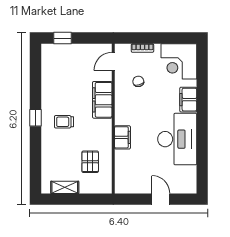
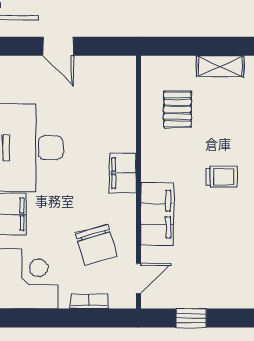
window: (62, 38) -> (191, 318), moved
chair: (138, 81) -> (96, 245), width x1.87, depth x1.87
filing cabinet: (122, 137) -> (123, 173), moved

